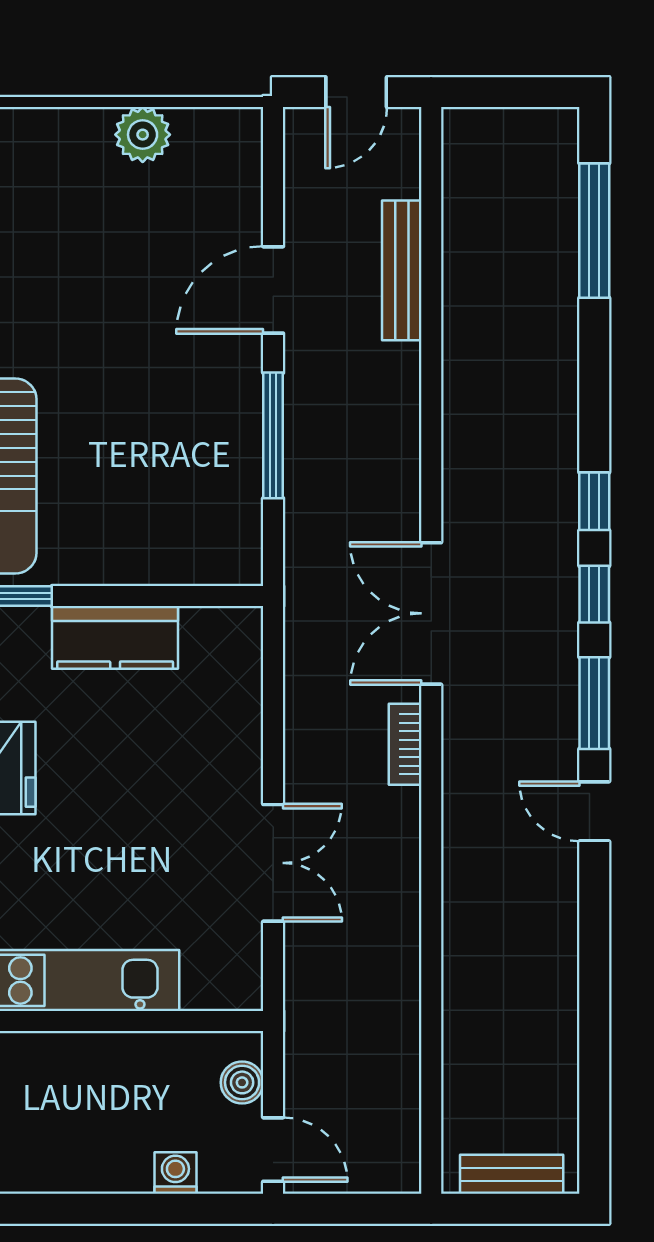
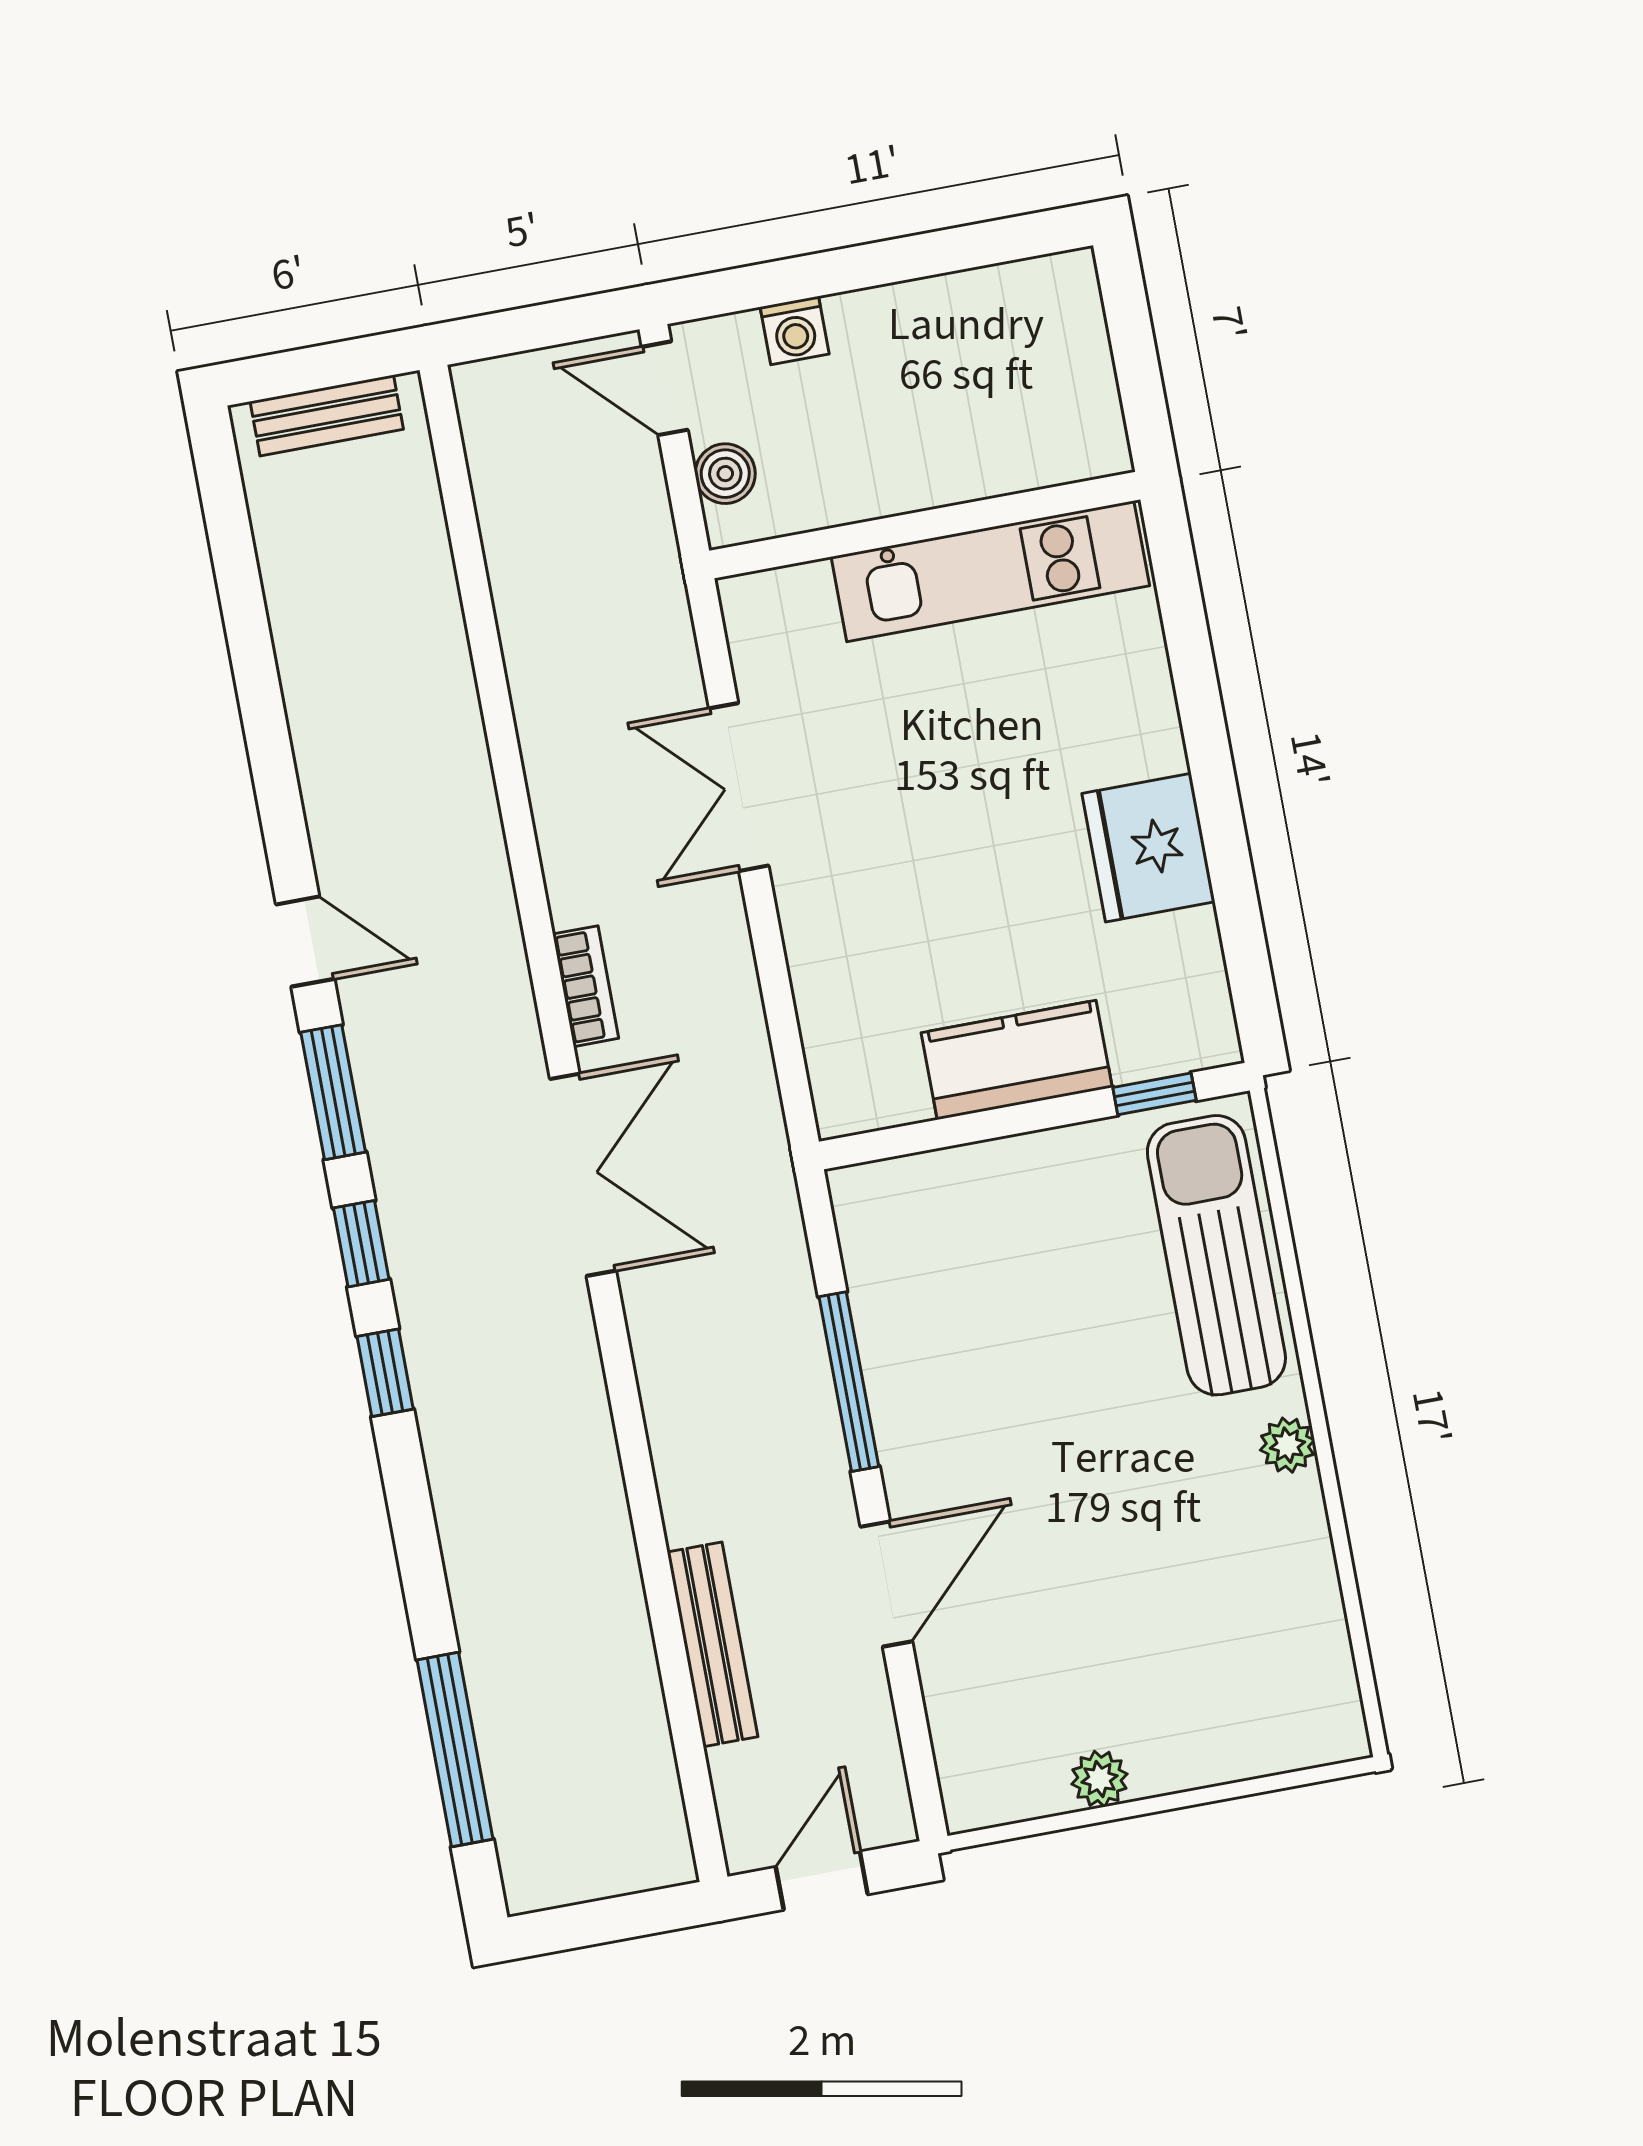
plant: (143, 135) -> (1099, 1779), width x0.73, depth x0.73

